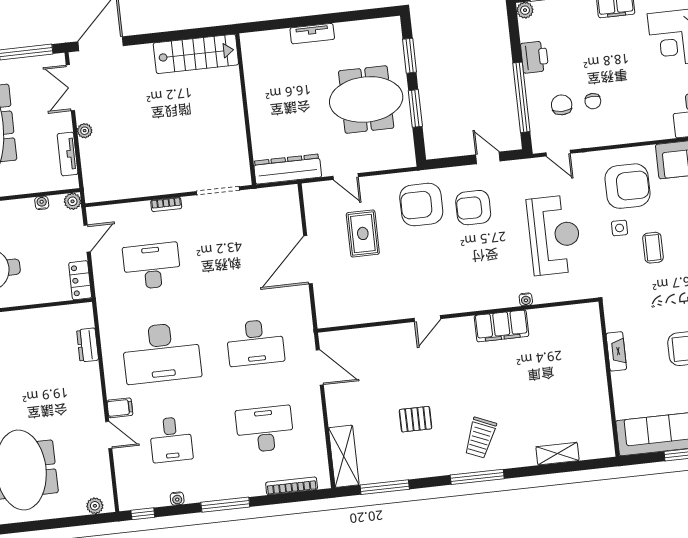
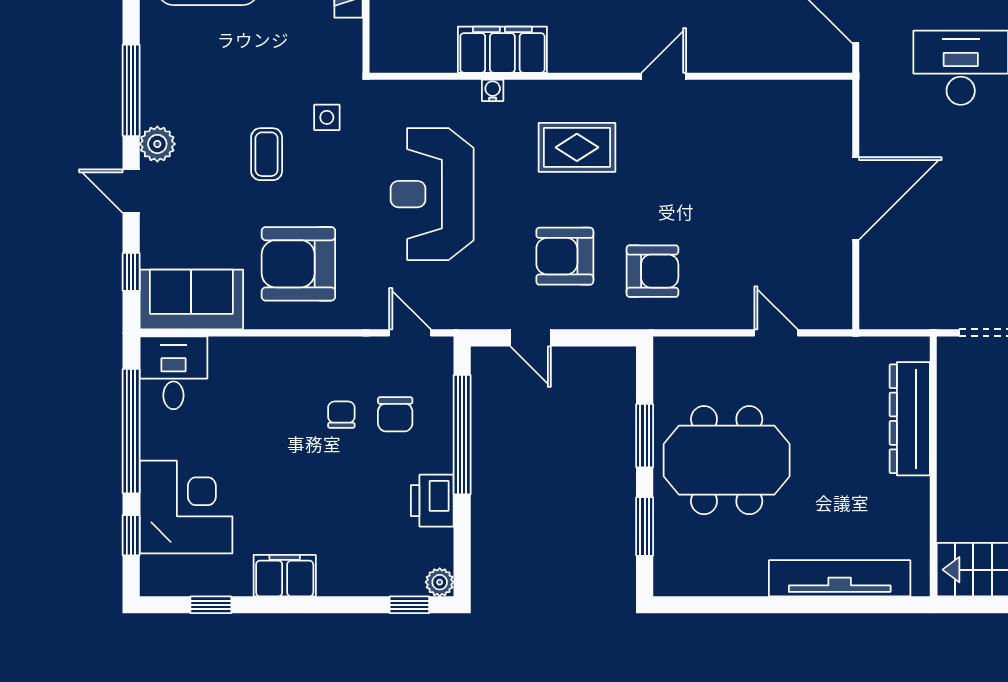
tv unit: (312, 34) -> (840, 578), width x1.92, depth x1.29
dresser: (287, 169) -> (910, 419), moved, turned 90
armchair: (421, 205) -> (652, 271), width x0.73, depth x0.73
armchair: (473, 208) -> (565, 256), turned 180
side table: (620, 228) -> (327, 117), moved
rug: (363, 233) -> (577, 147), moved, turned 90
filing cabinet: (501, 326) -> (502, 50), moved

